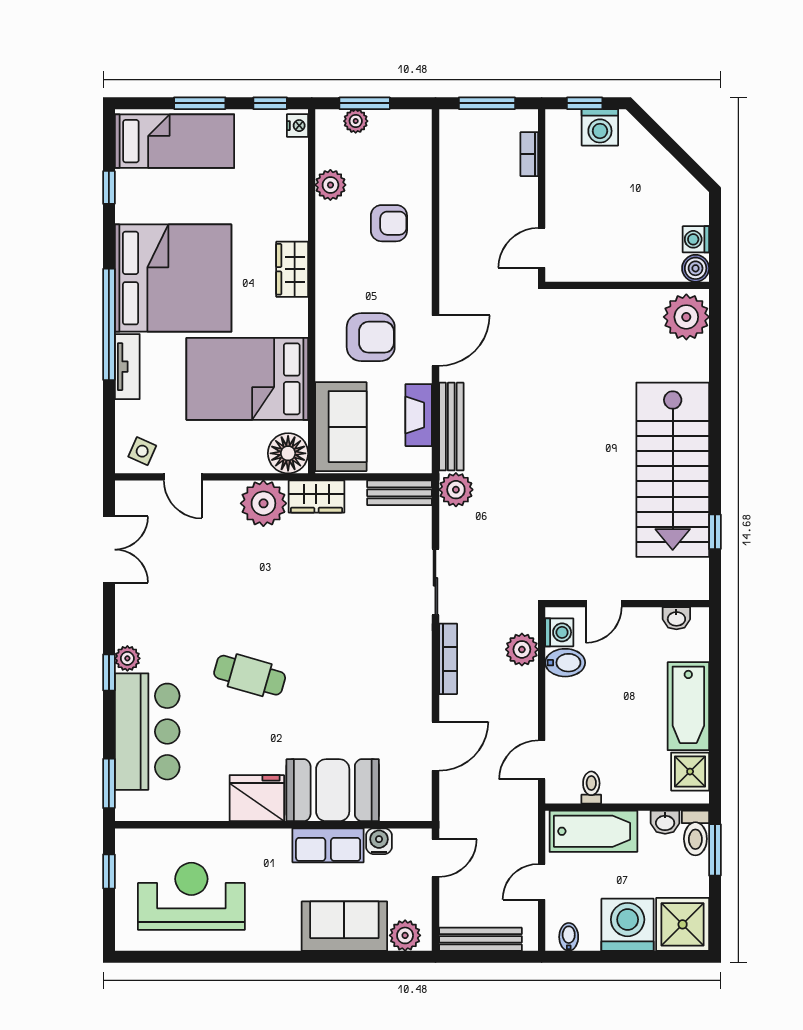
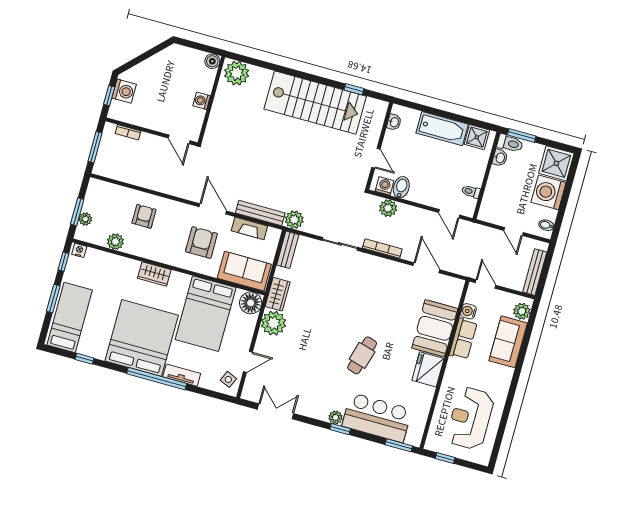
washing machine: (696, 239) -> (202, 101), moved, turned 90
bathtub: (593, 831) -> (494, 197), removed

